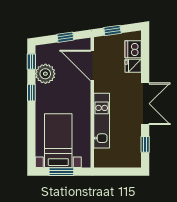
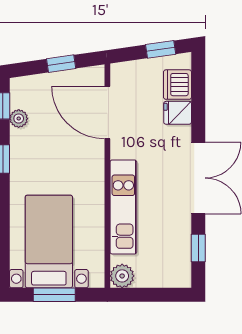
window: (112, 30) -> (161, 49), moved
plant: (45, 74) -> (19, 119), width x0.53, depth x0.53
plant: (101, 161) -> (122, 276), added

